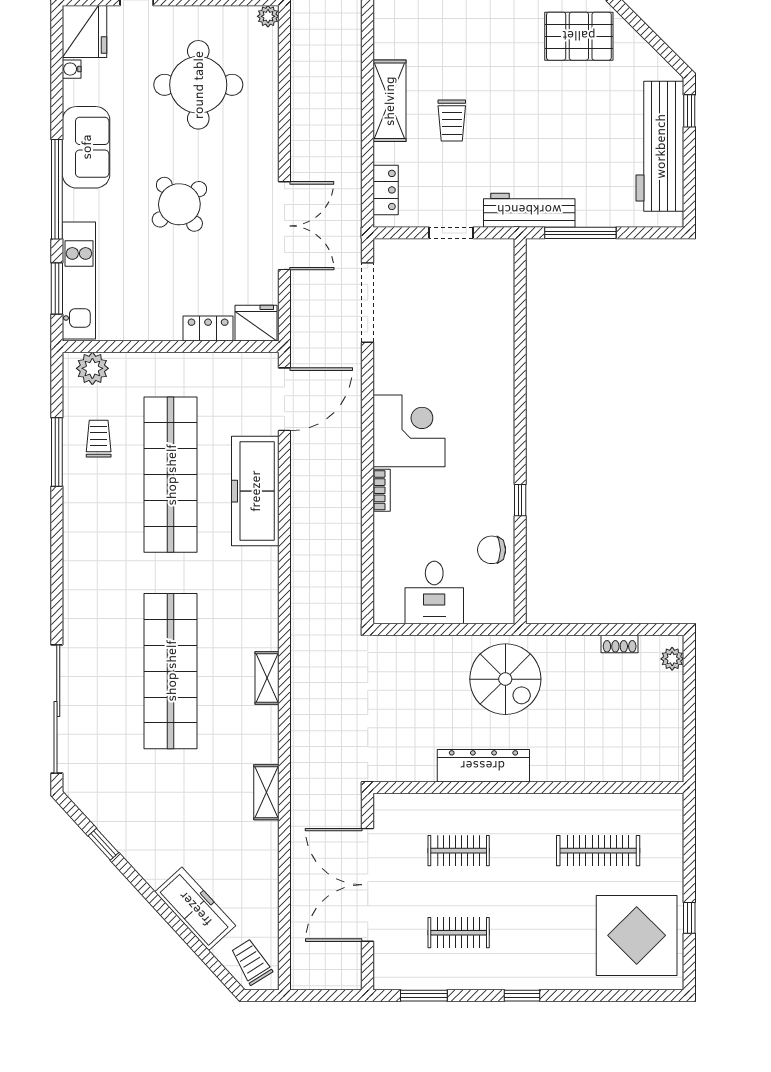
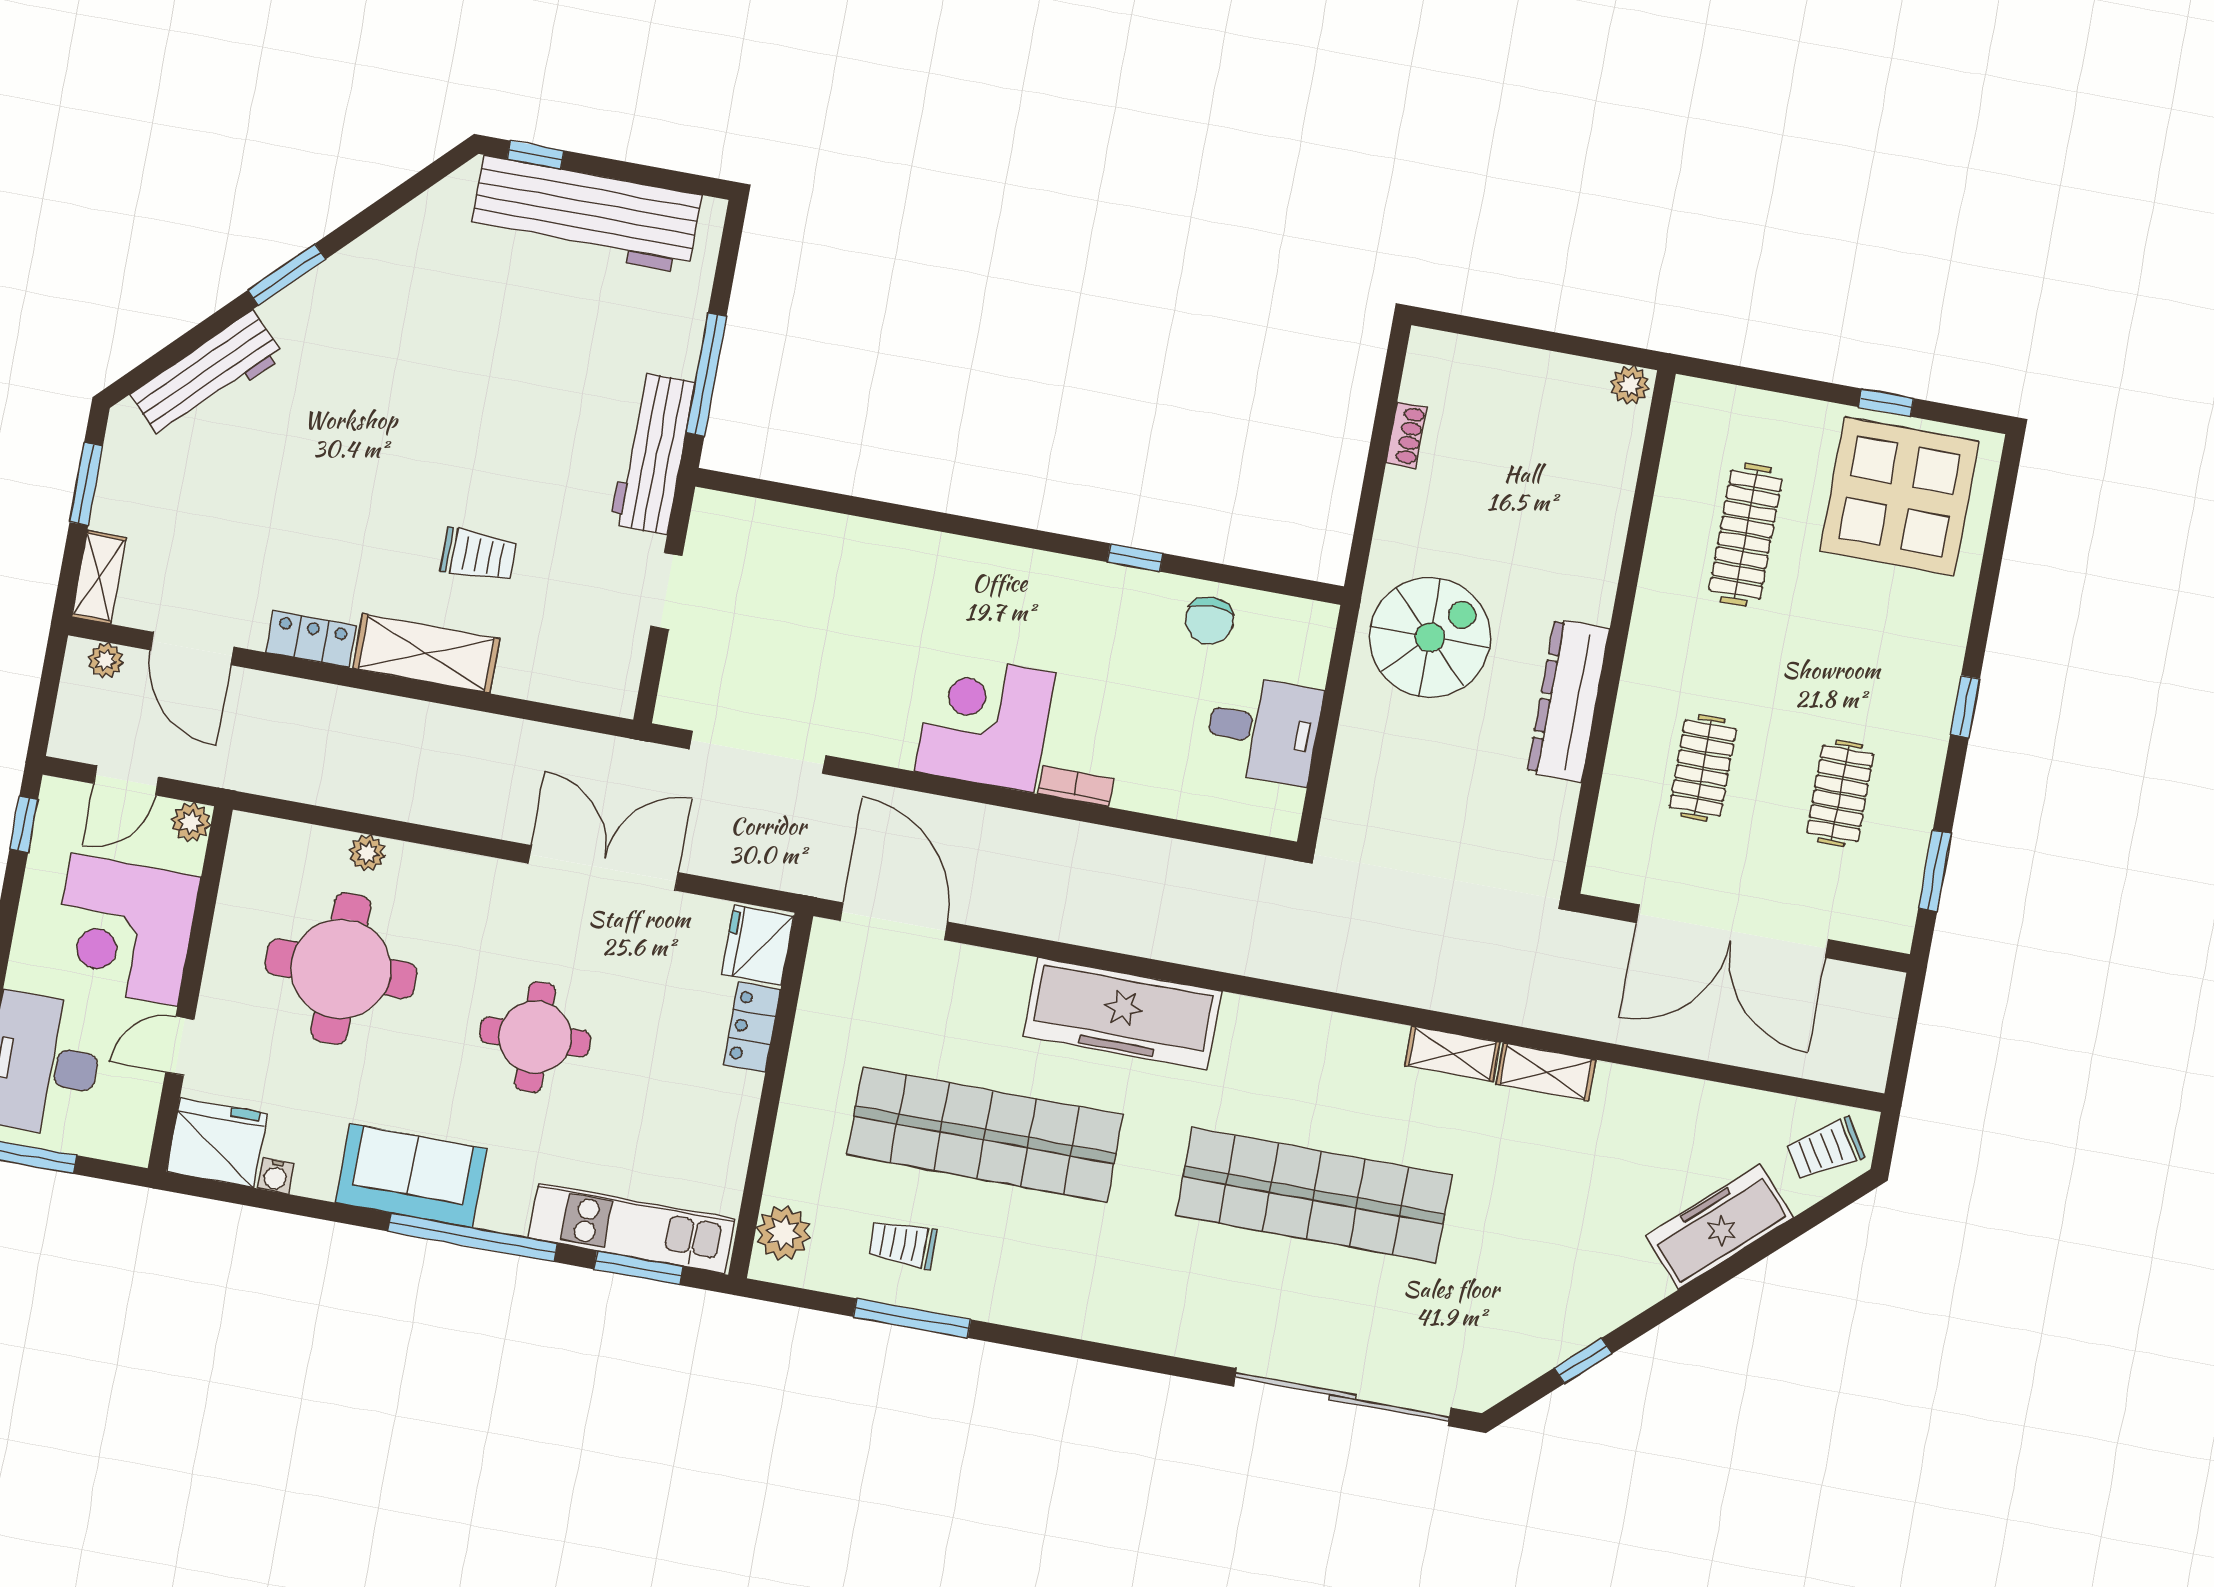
plant: (268, 16) -> (367, 853), moved
pallet: (579, 36) -> (376, 317), removed
locker: (386, 190) -> (311, 639), moved
round table: (179, 204) -> (535, 1037), turned 36
freezer: (255, 491) -> (1122, 1014), moved
plant: (672, 659) -> (1630, 385), moved
shelving: (267, 678) -> (1452, 1054), moved

